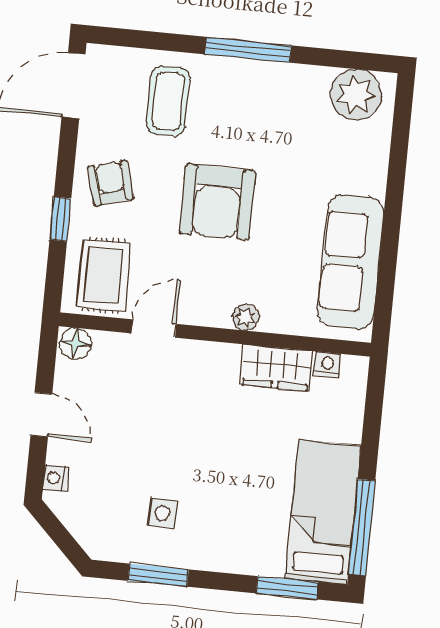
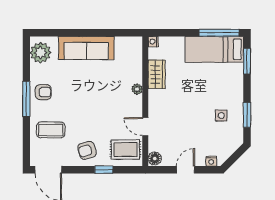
armchair: (217, 202) -> (43, 92), moved, width x0.53, depth x0.53
sofa: (351, 262) -> (86, 48), moved
nightstand: (328, 365) -> (153, 42), moved

